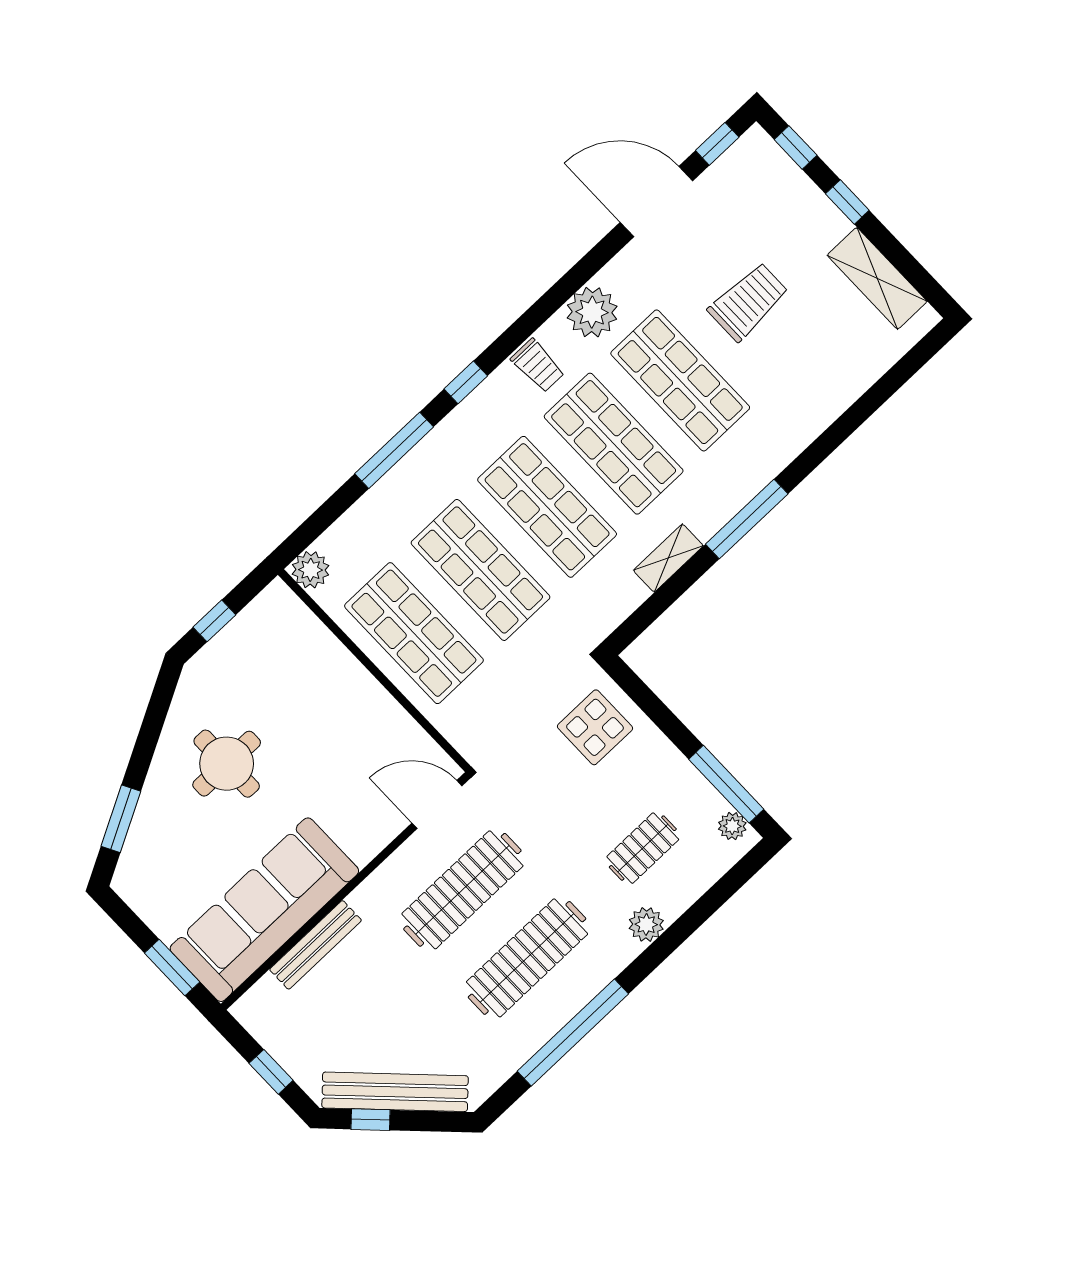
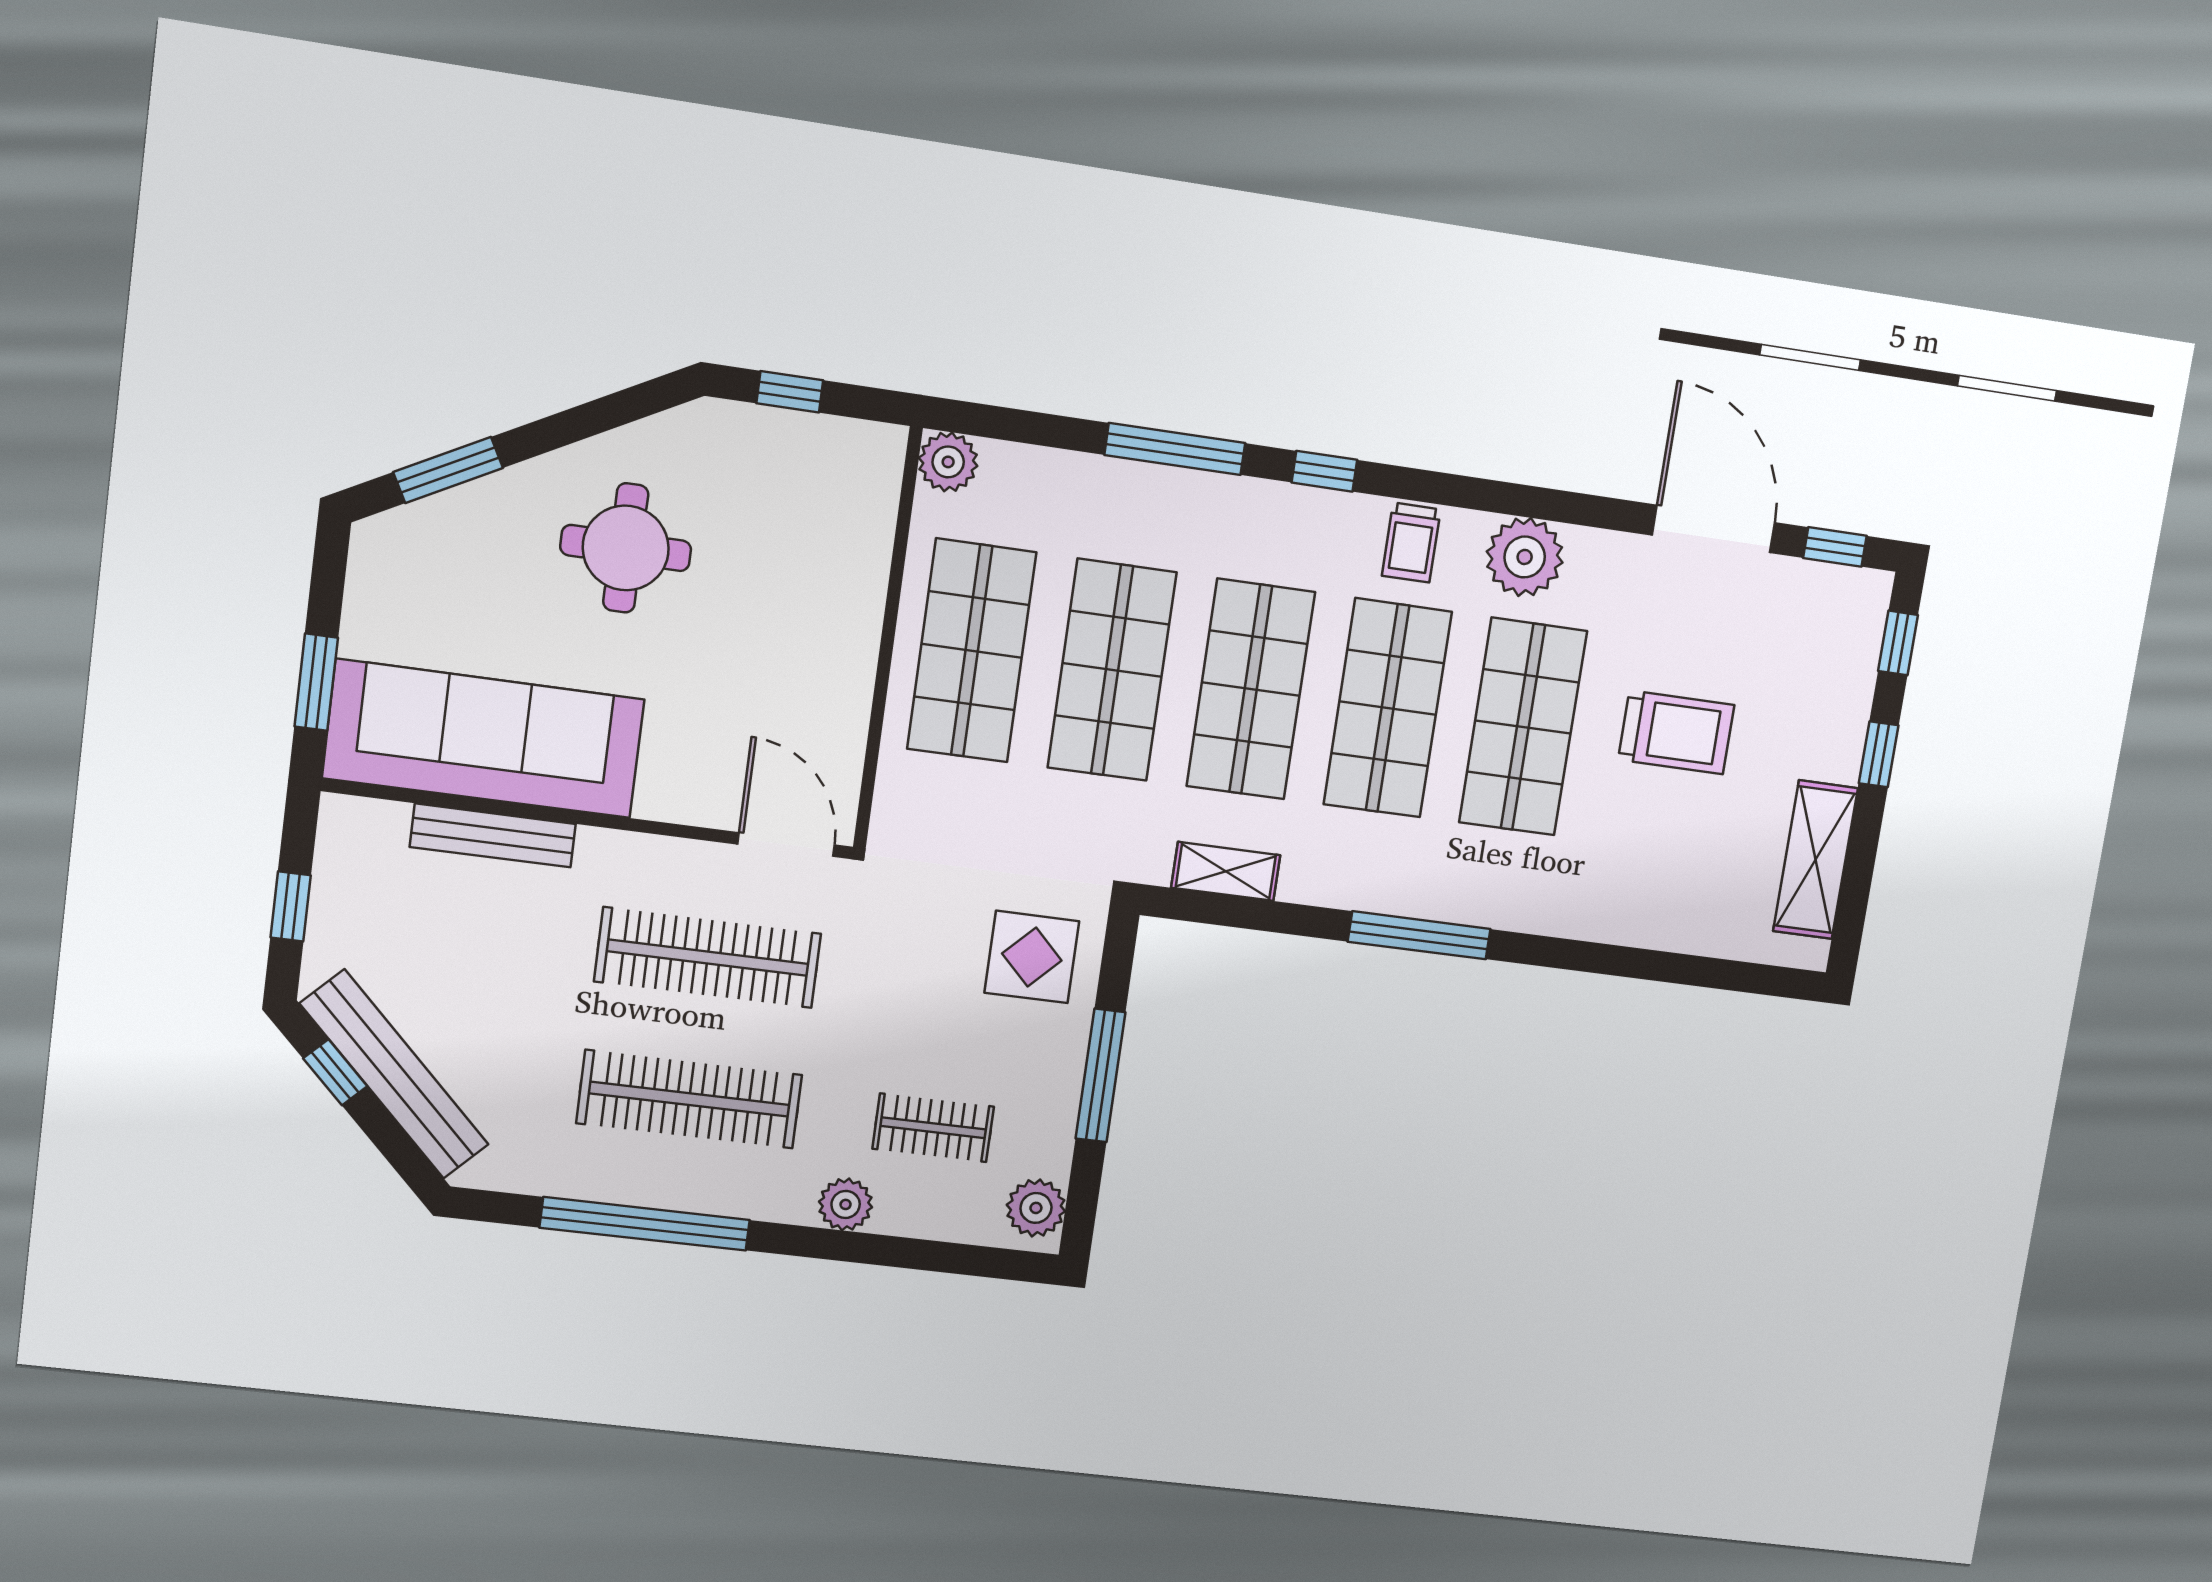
shelving: (668, 558) -> (1226, 871), moved
window: (726, 784) -> (1100, 1075), moved
plant: (732, 826) -> (1036, 1208), width x1.38, depth x1.38

